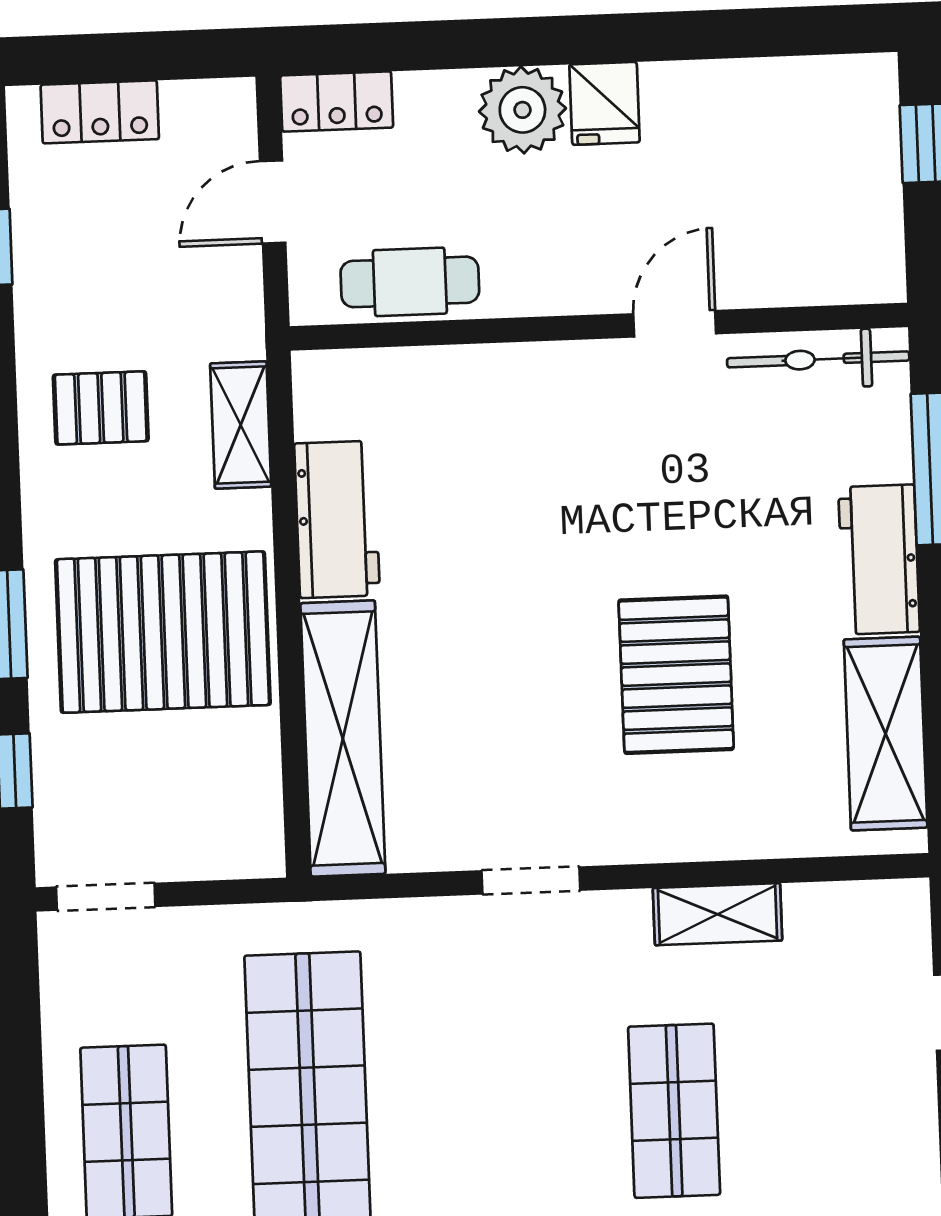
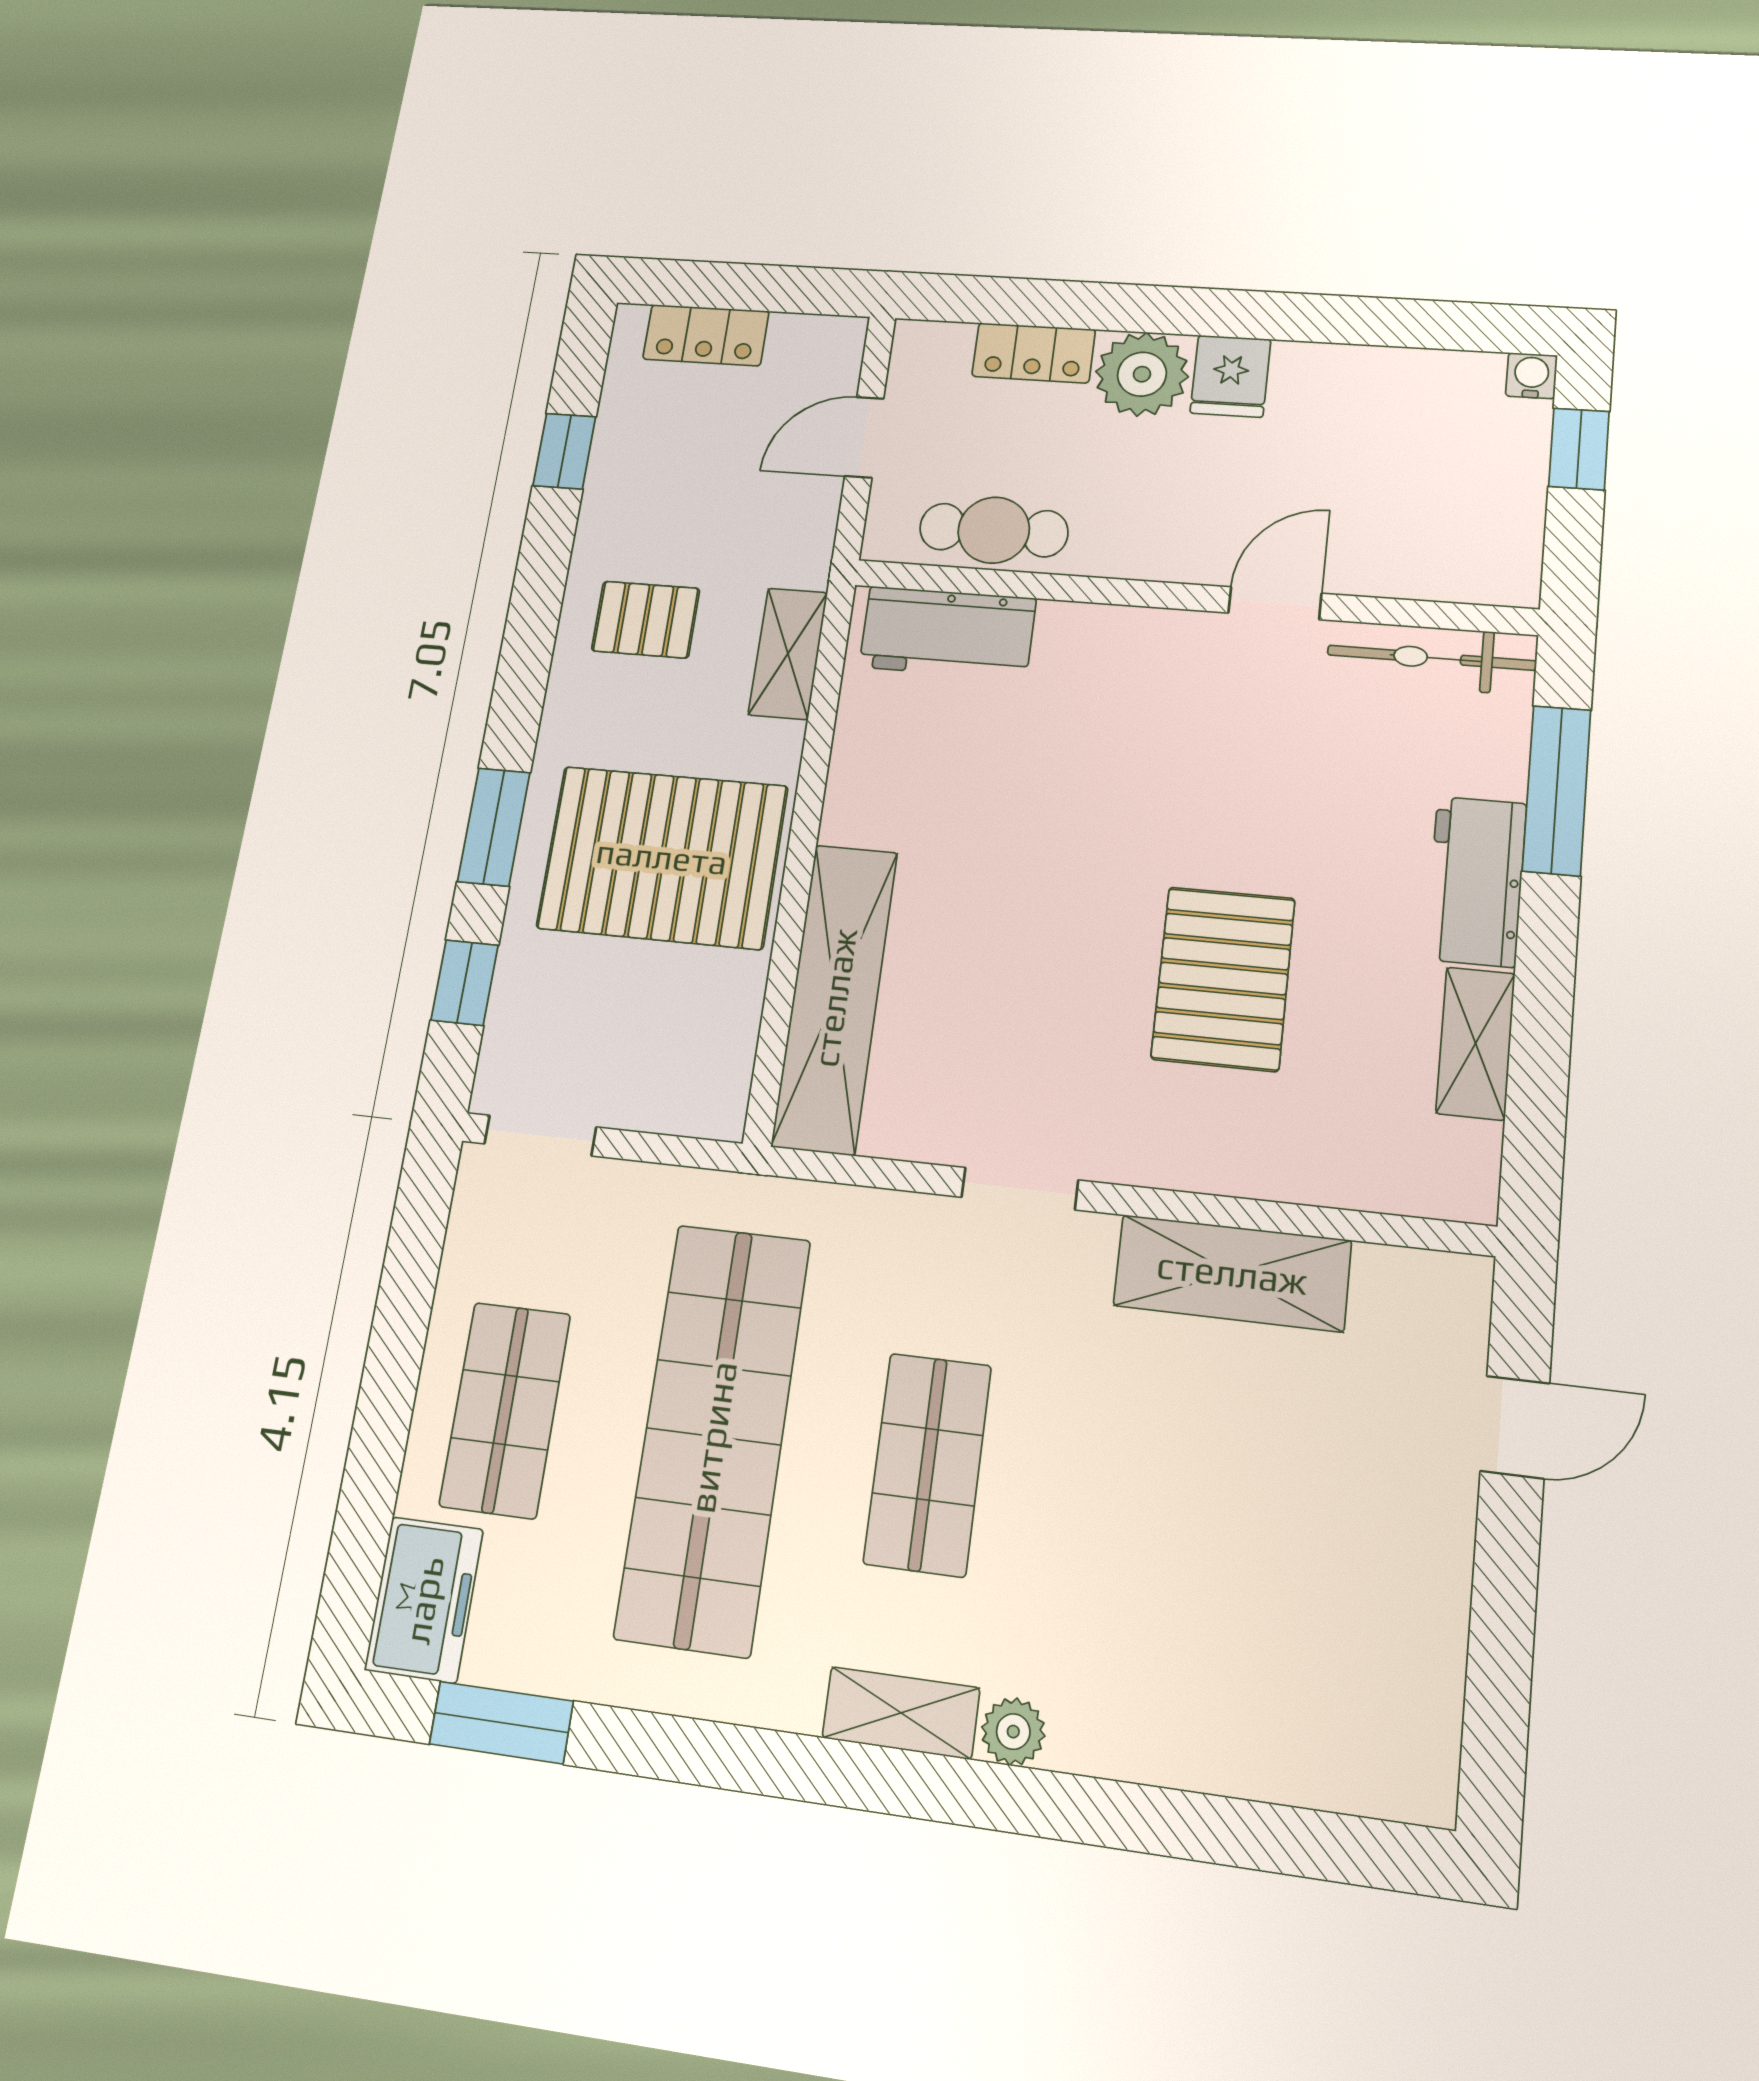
water cooler: (876, 75) -> (1531, 376), added
locker: (337, 102) -> (1034, 353), moved
workbench: (337, 519) -> (948, 633), moved, turned 90
shelving: (886, 734) -> (1476, 1043), width x0.67, depth x0.75
shelving: (718, 914) -> (1232, 1273), width x1.50, depth x1.33
shop shelf: (674, 1111) -> (928, 1464), moved

